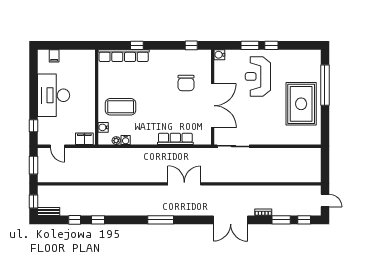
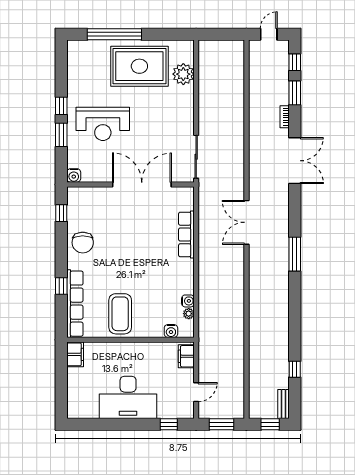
filing cabinet: (54, 56) -> (75, 354), moved, width x2.00
chair: (186, 83) -> (83, 243), moved, turned 90
coffee table: (121, 107) -> (120, 314), moved
plant: (295, 137) -> (183, 74), added
window: (98, 220) -> (295, 338), removed

